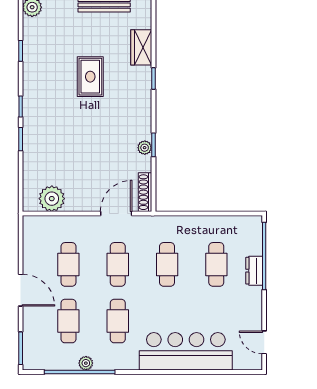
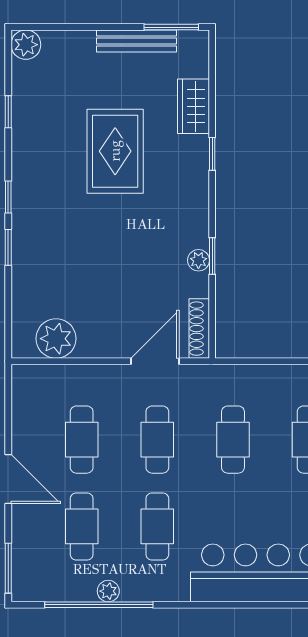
rug: (90, 77) -> (115, 151), width x1.36, depth x1.43

